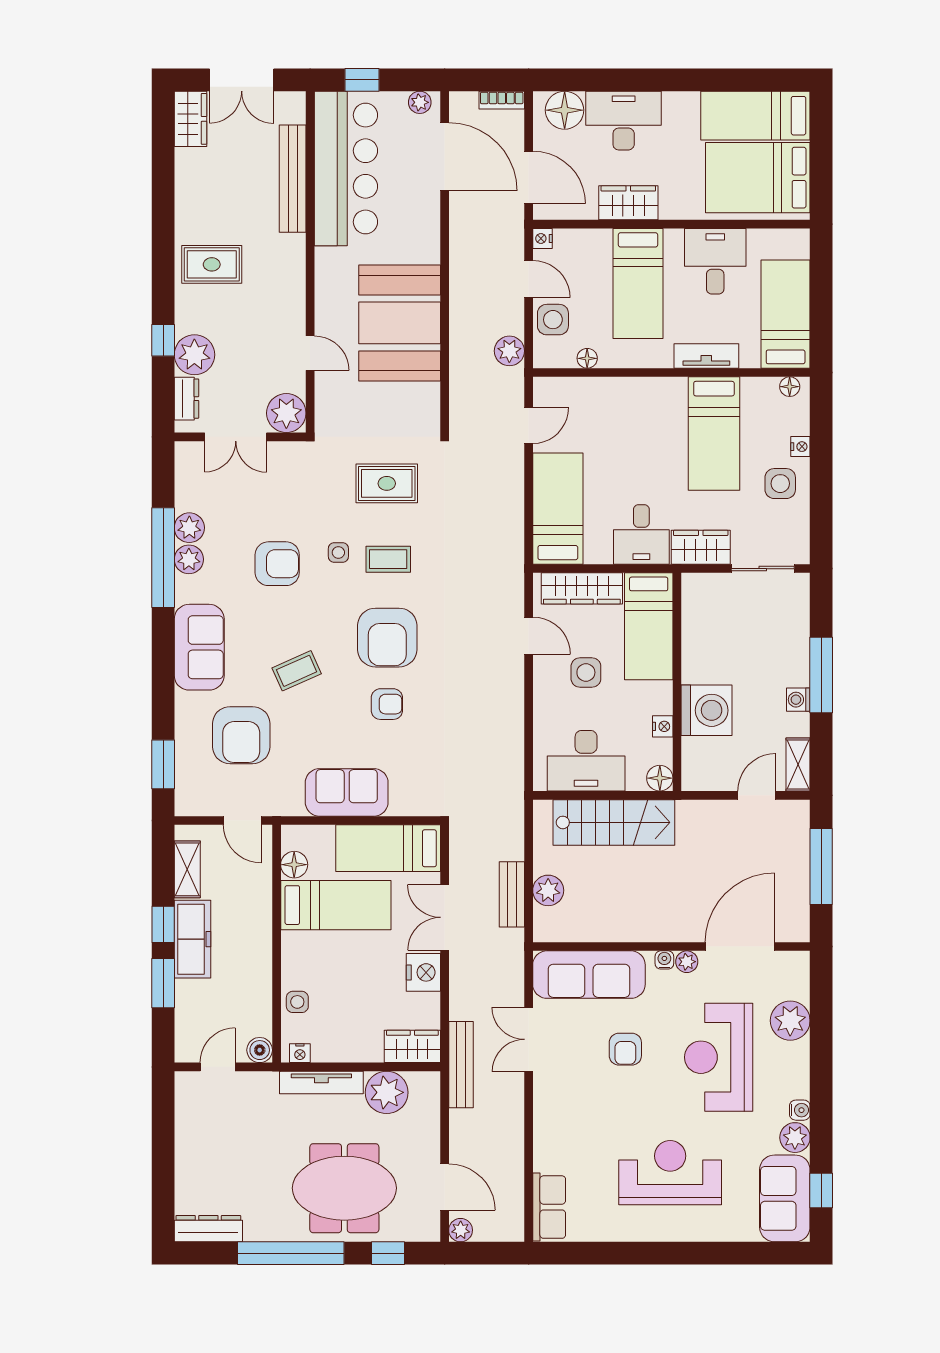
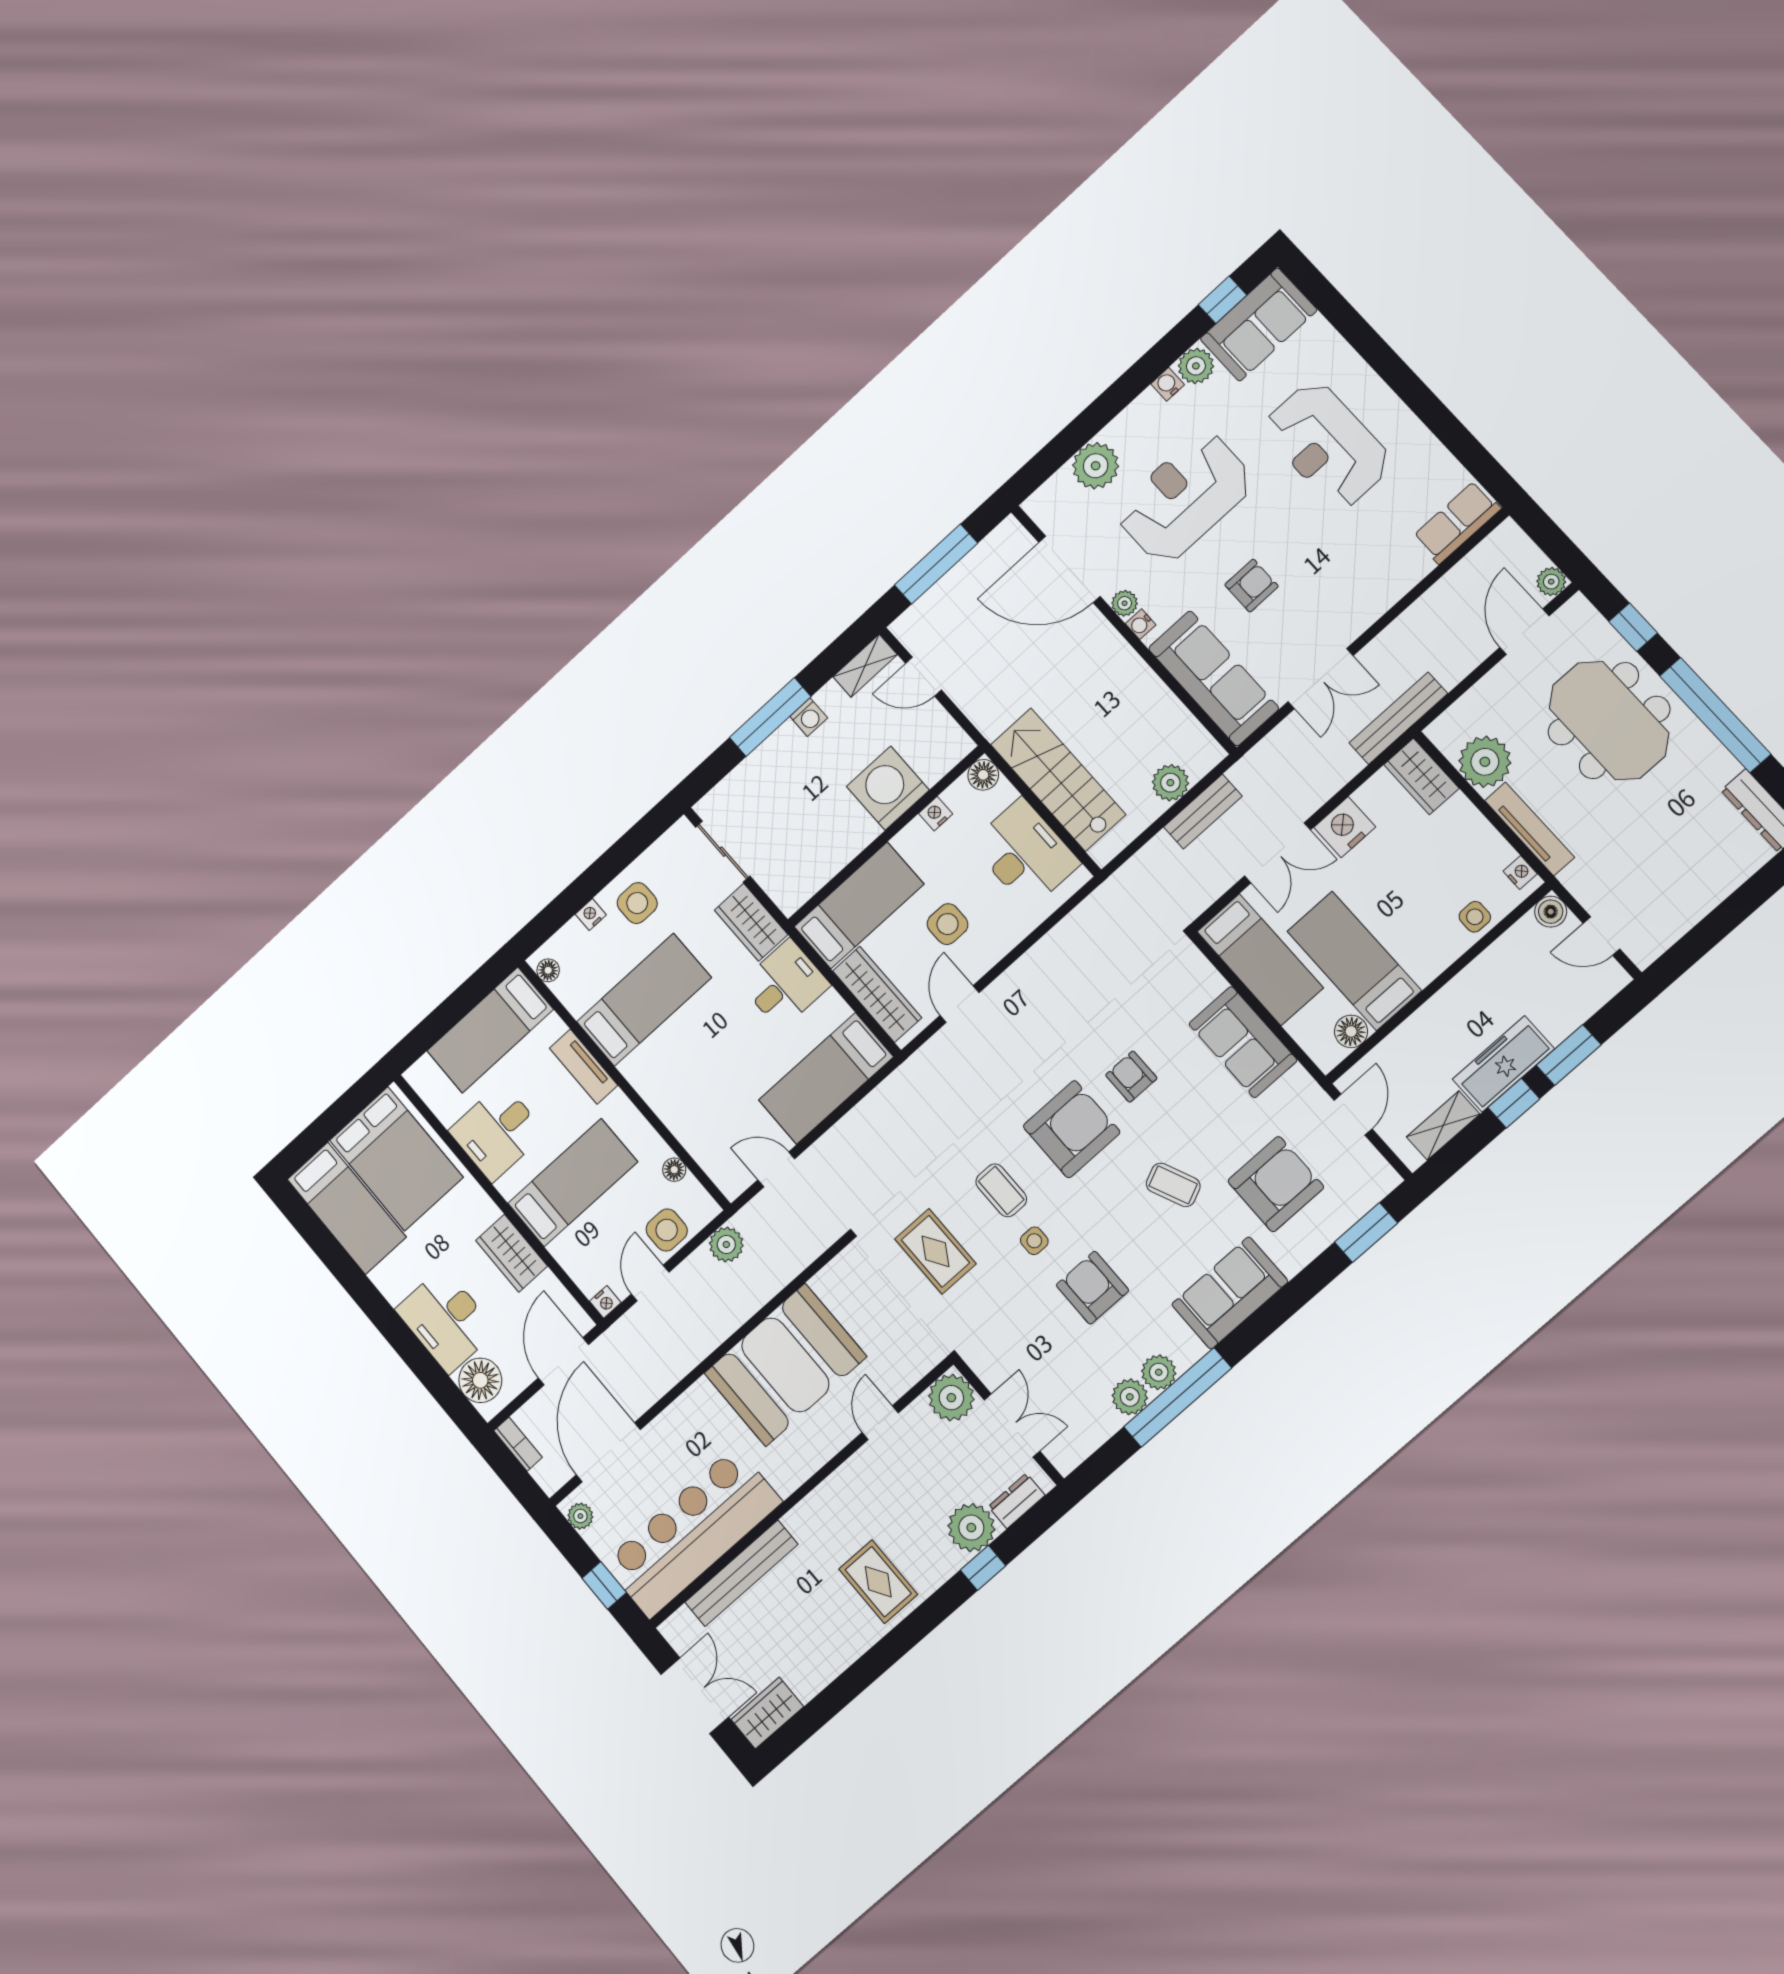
reception desk: (719, 1057) -> (1185, 498), turned 180

